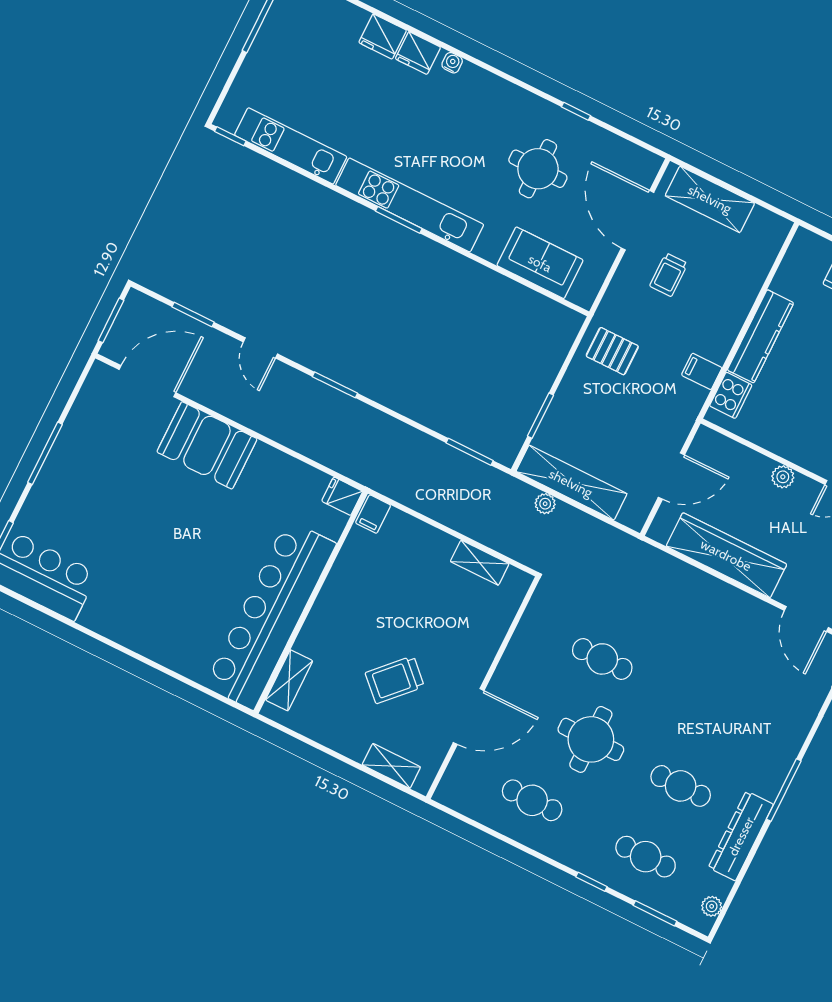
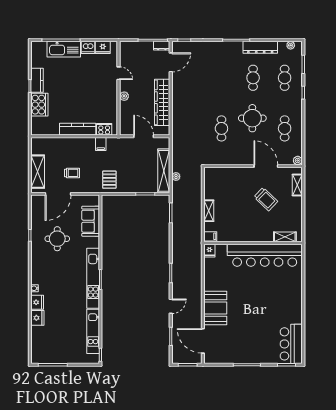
shelving: (480, 563) -> (209, 211), moved
plant: (446, 794) -> (298, 161), added

